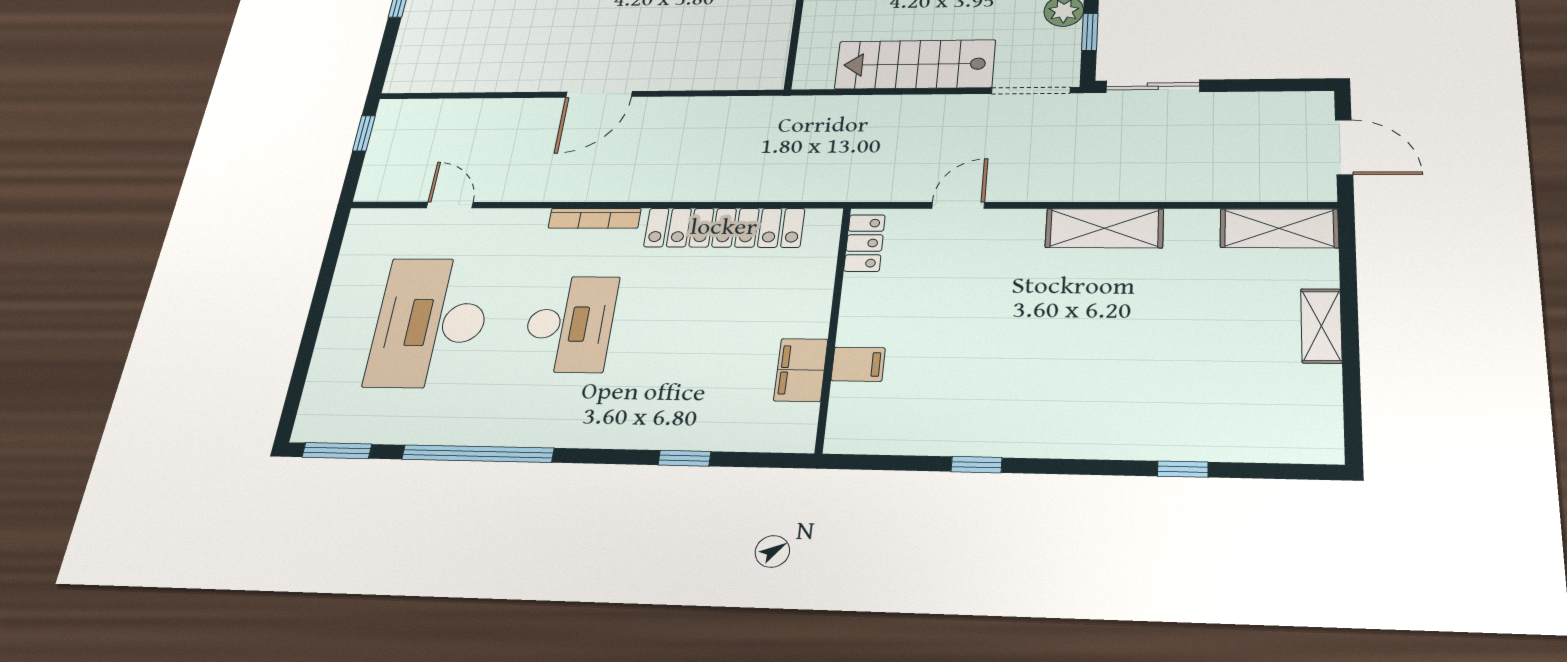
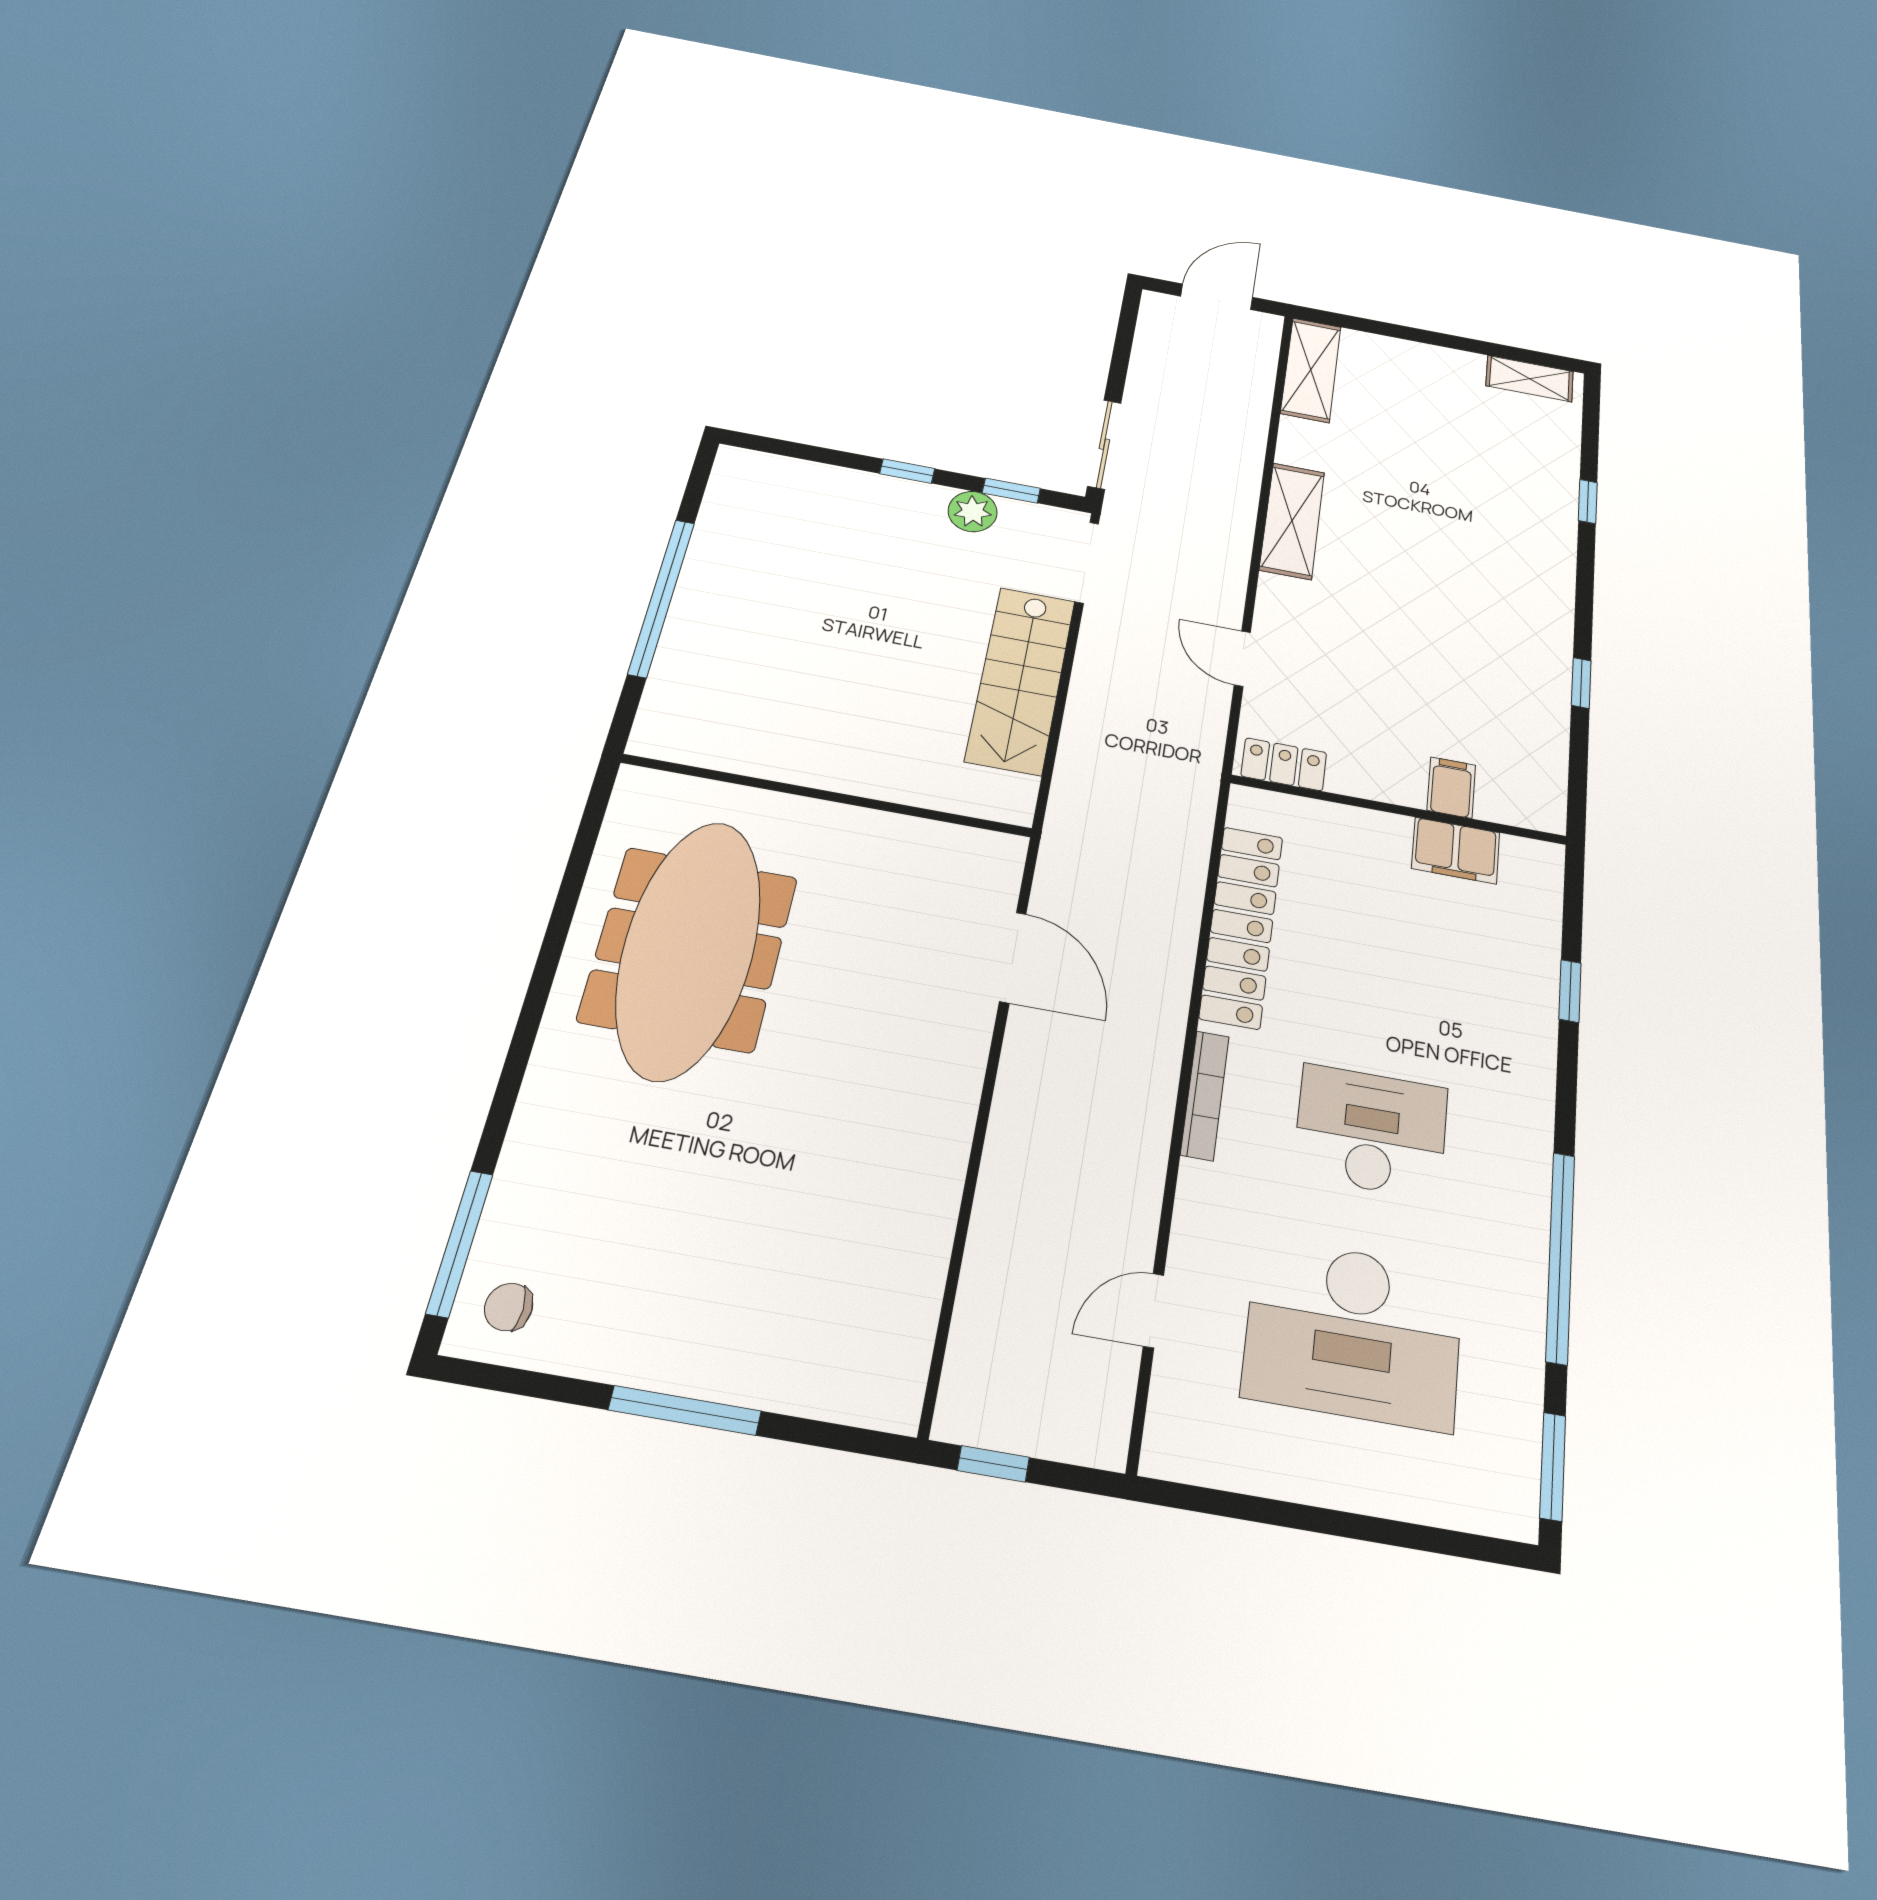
door: (599, 94) -> (1013, 957), moved
shelving: (1321, 326) -> (1530, 379), moved

